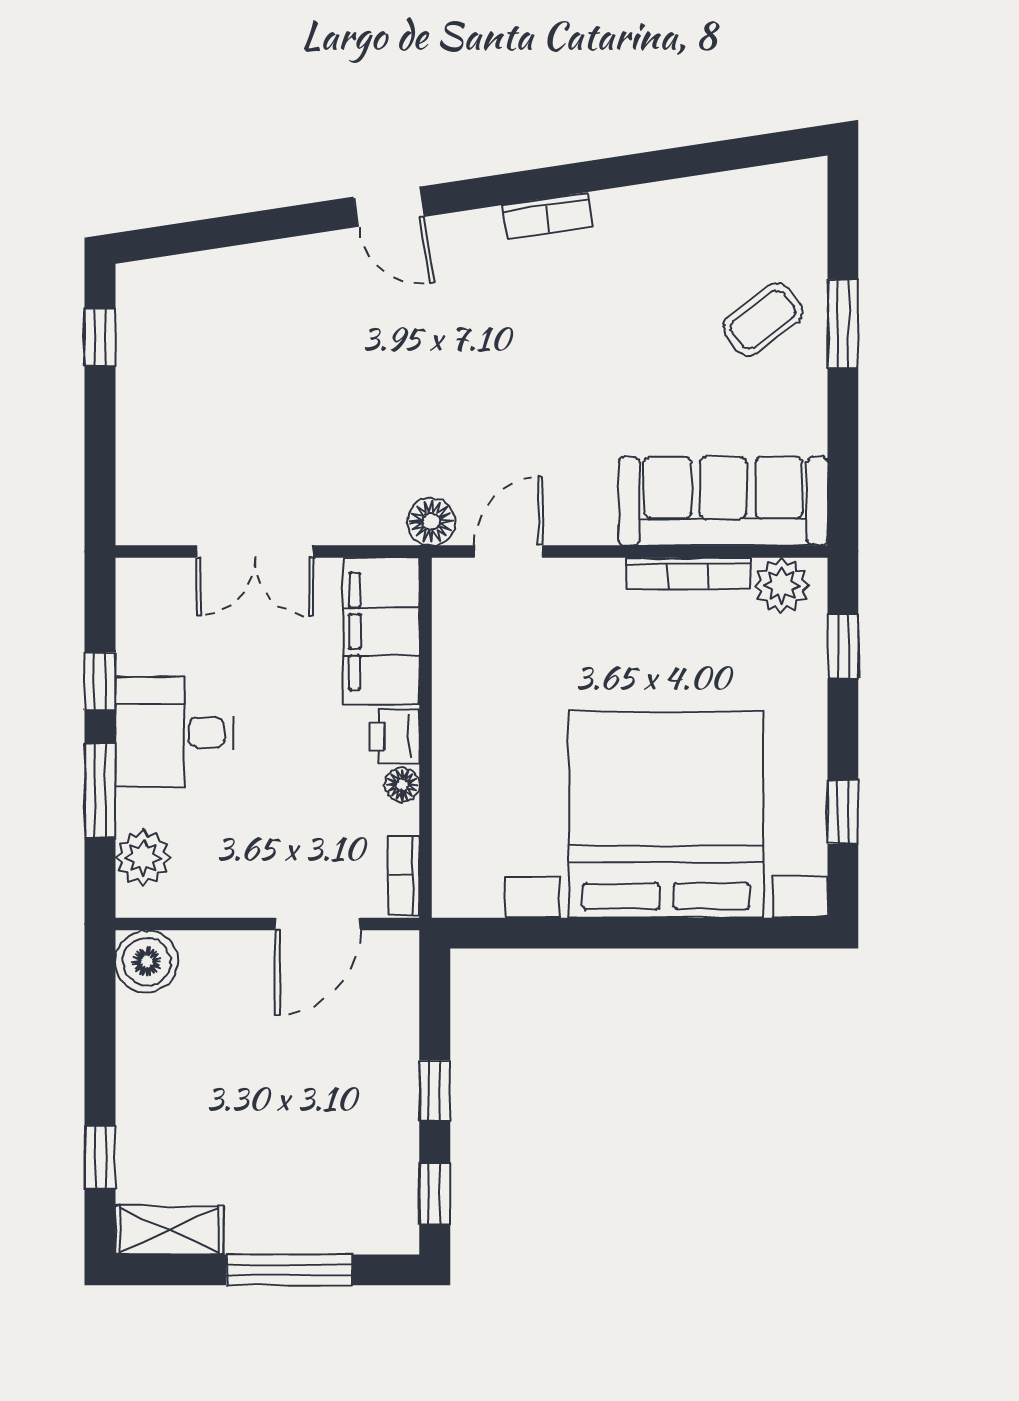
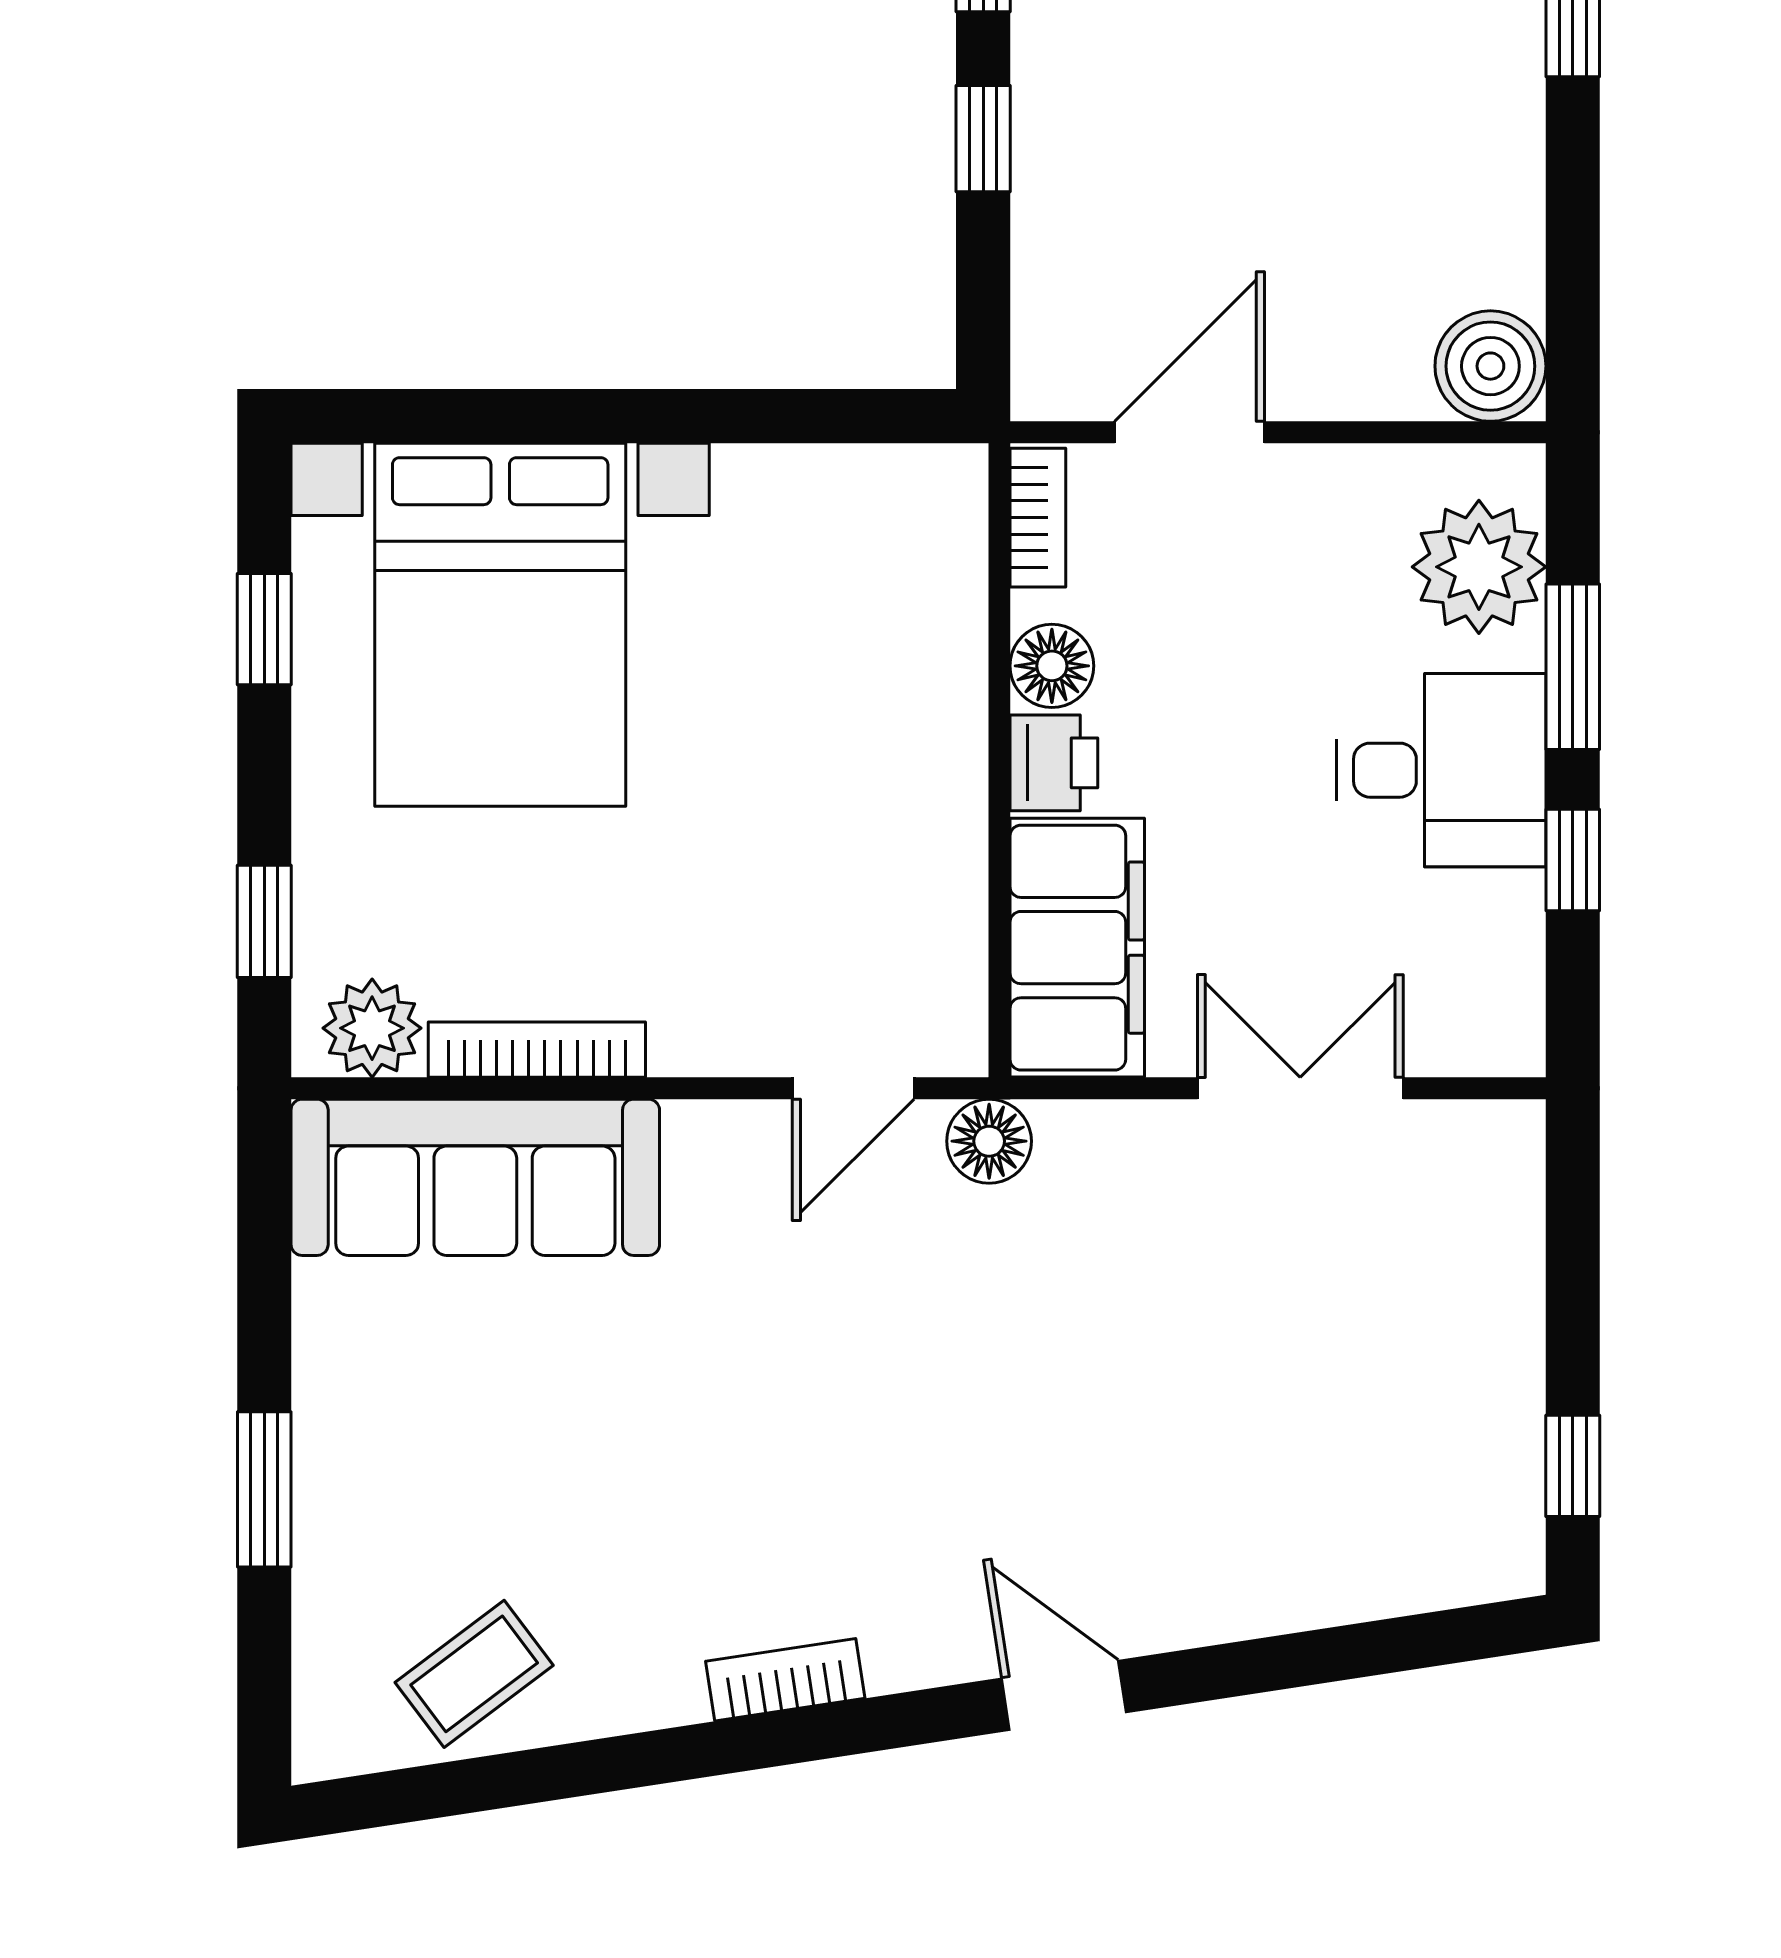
coffee table: (763, 319) -> (474, 1674), moved
floor lamp: (402, 785) -> (1052, 666), width x1.37, depth x1.37
bed with nightstands: (666, 815) -> (500, 625), width x0.73
plant: (143, 858) -> (1479, 567), width x1.36, depth x1.36

